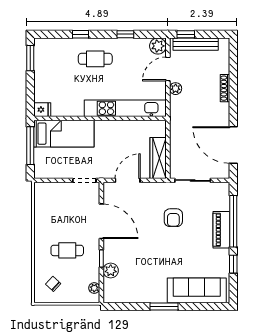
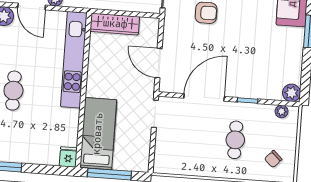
wardrobe: (158, 158) -> (115, 24), moved
plant: (111, 270) -> (292, 93), moved

